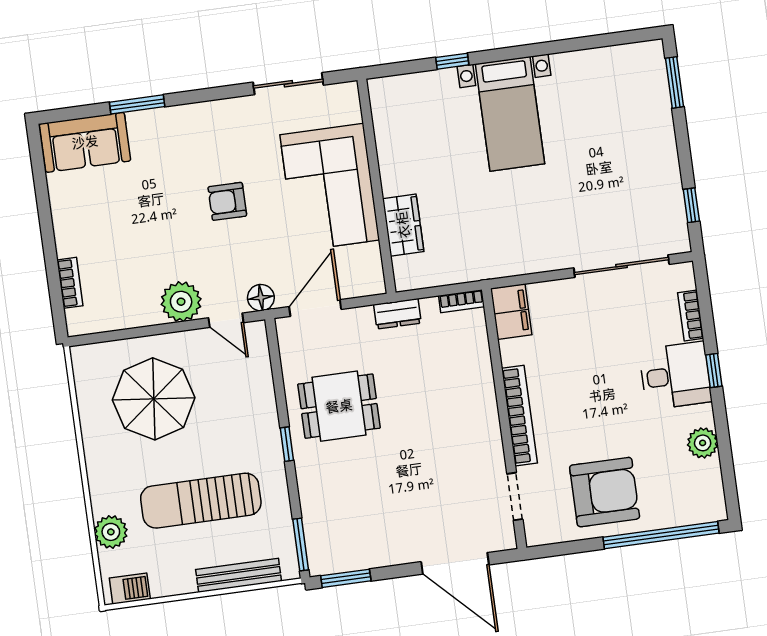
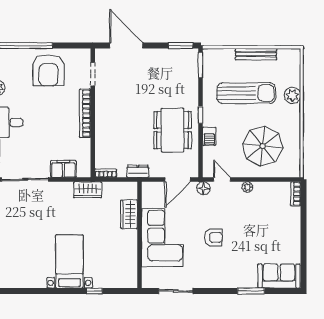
wardrobe: (493, 263) -> (88, 190), added
bookcase: (70, 283) -> (296, 194), moved
plant: (181, 302) -> (247, 187), width x0.53, depth x0.53
filing cabinet: (511, 312) -> (63, 169), moved, turned 90
dining table: (339, 406) -> (173, 130), width x1.38
armchair: (605, 492) -> (49, 70), turned -90
plant: (111, 532) -> (292, 95), moved
bench: (239, 575) -> (256, 54), moved
barbecue: (130, 589) -> (209, 136), moved, turned -90

